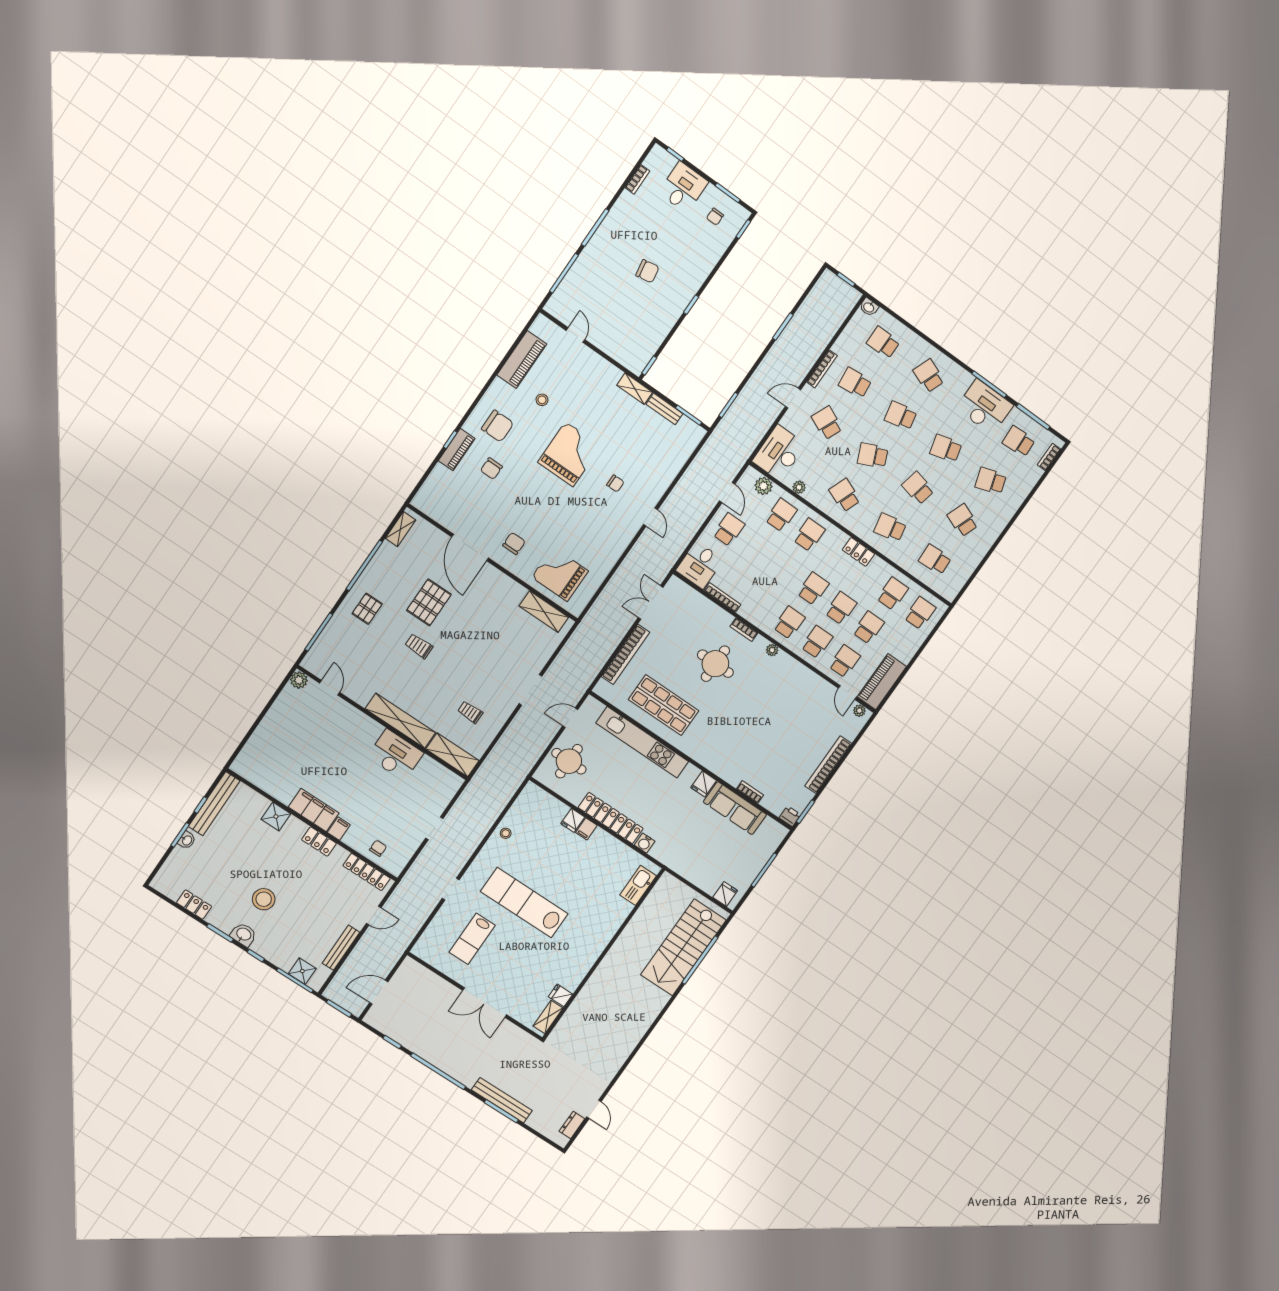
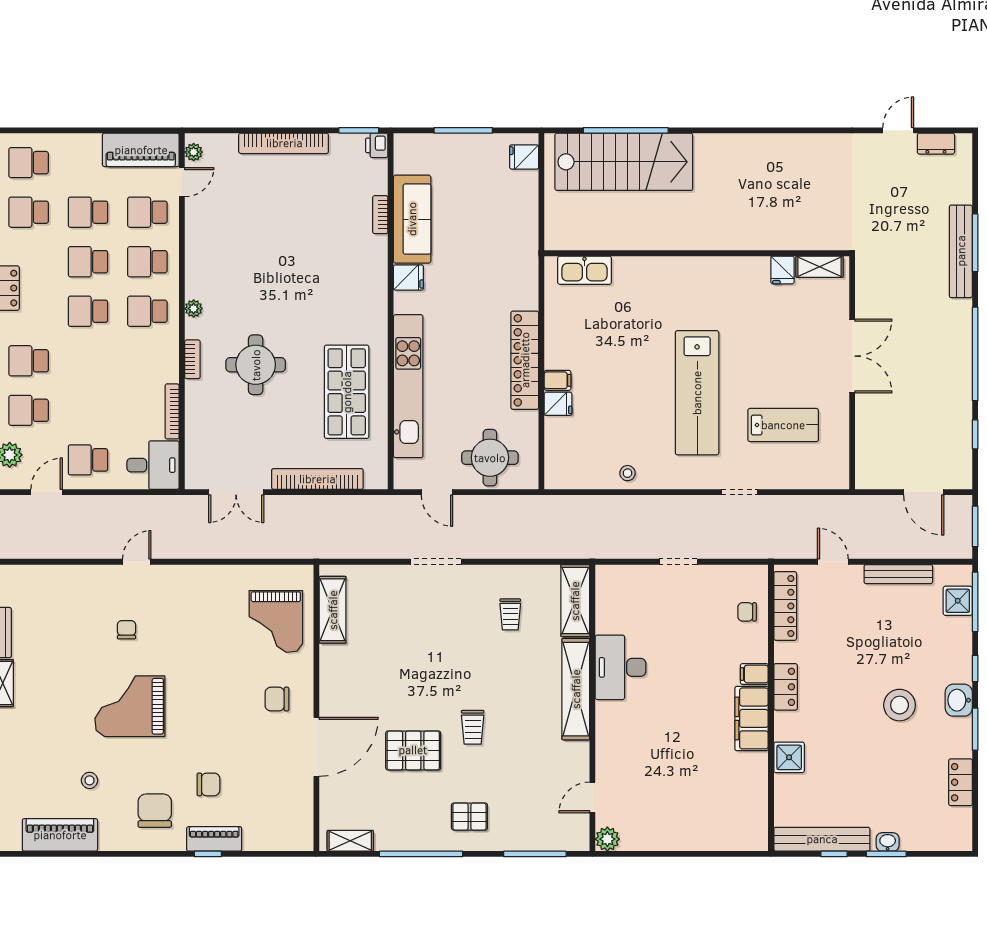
water cooler: (645, 843) -> (528, 298), removed

